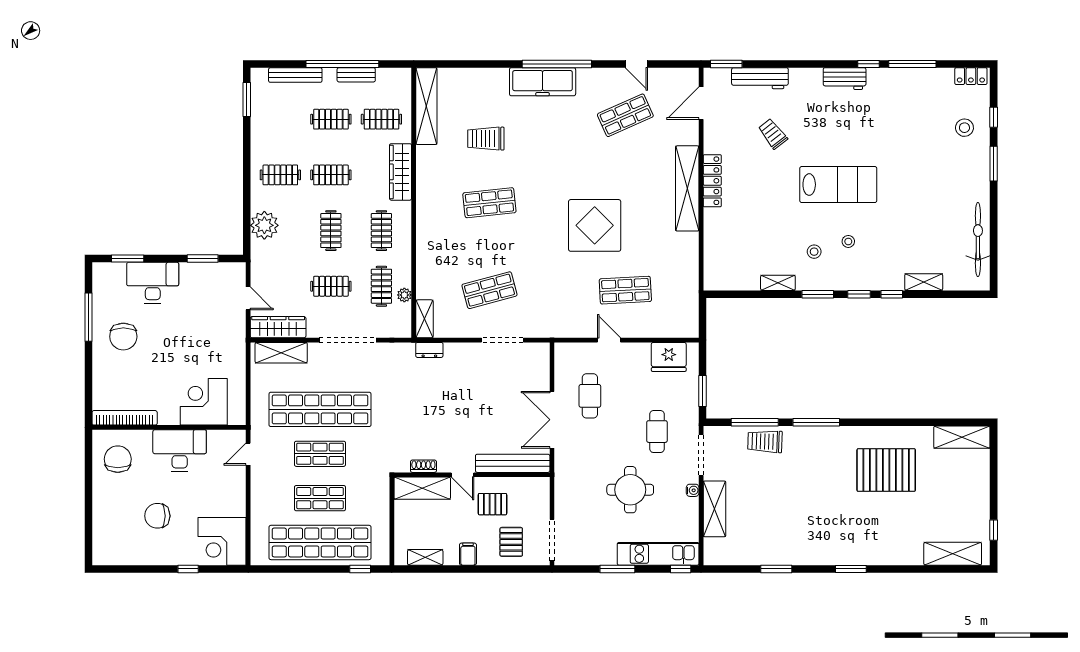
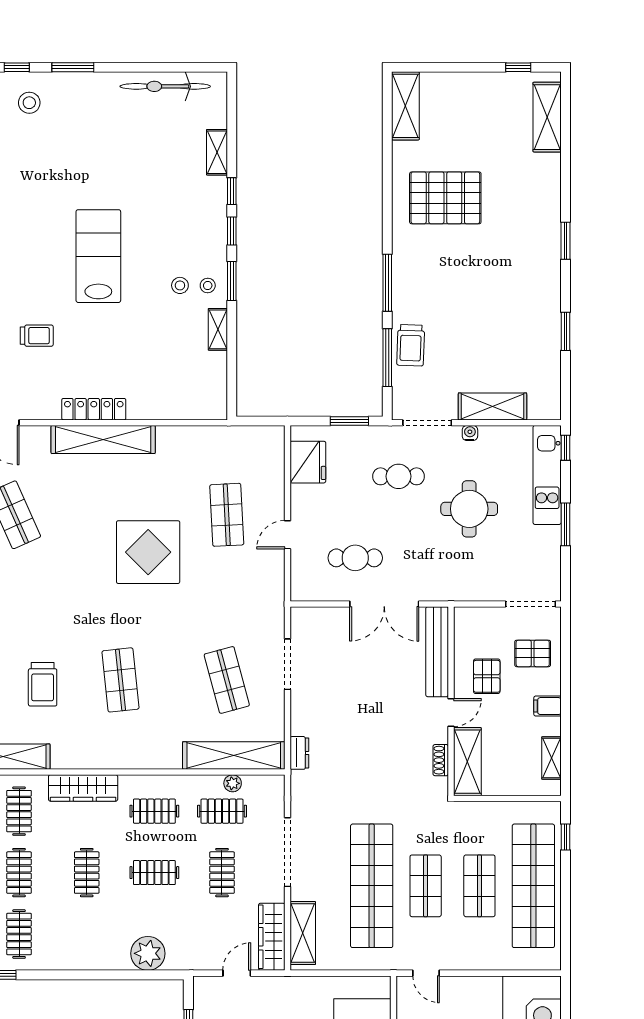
trolley: (773, 134) -> (37, 336), turned -142
clothes rail: (280, 175) -> (19, 934), moved
stool: (848, 241) -> (208, 286), moved
shelving: (424, 319) -> (234, 755), width x2.20, depth x1.33
pallet: (886, 470) -> (445, 198), turned 90

